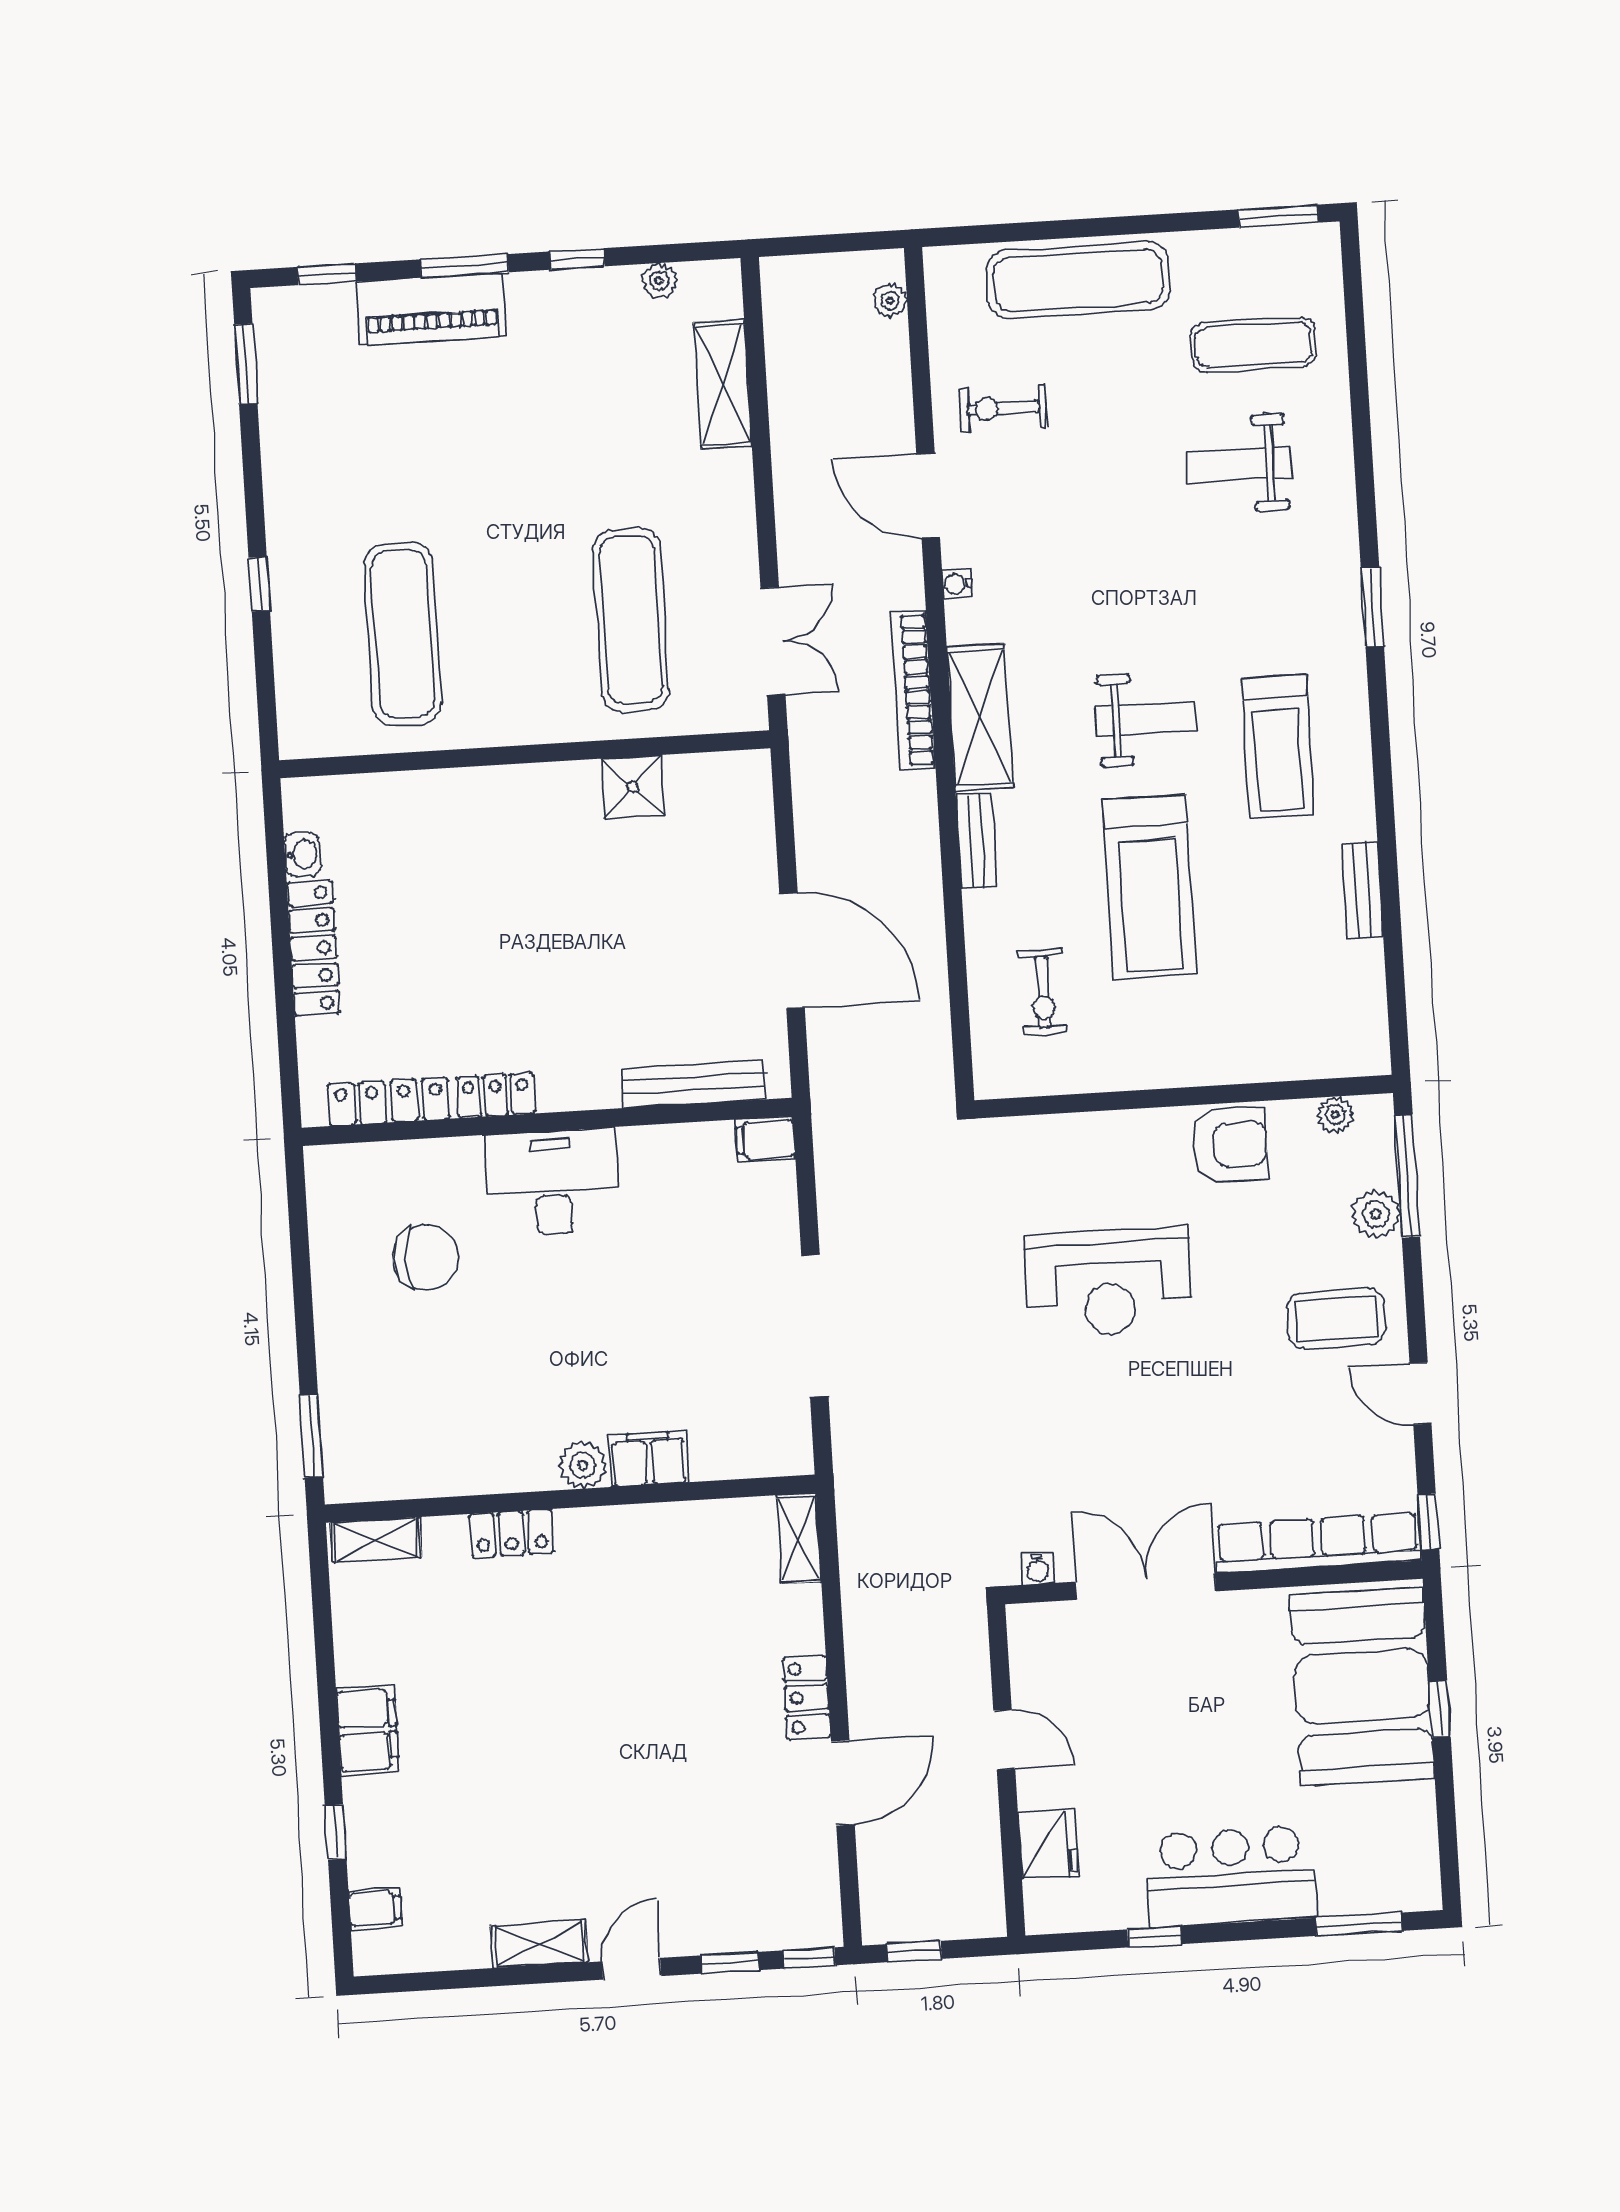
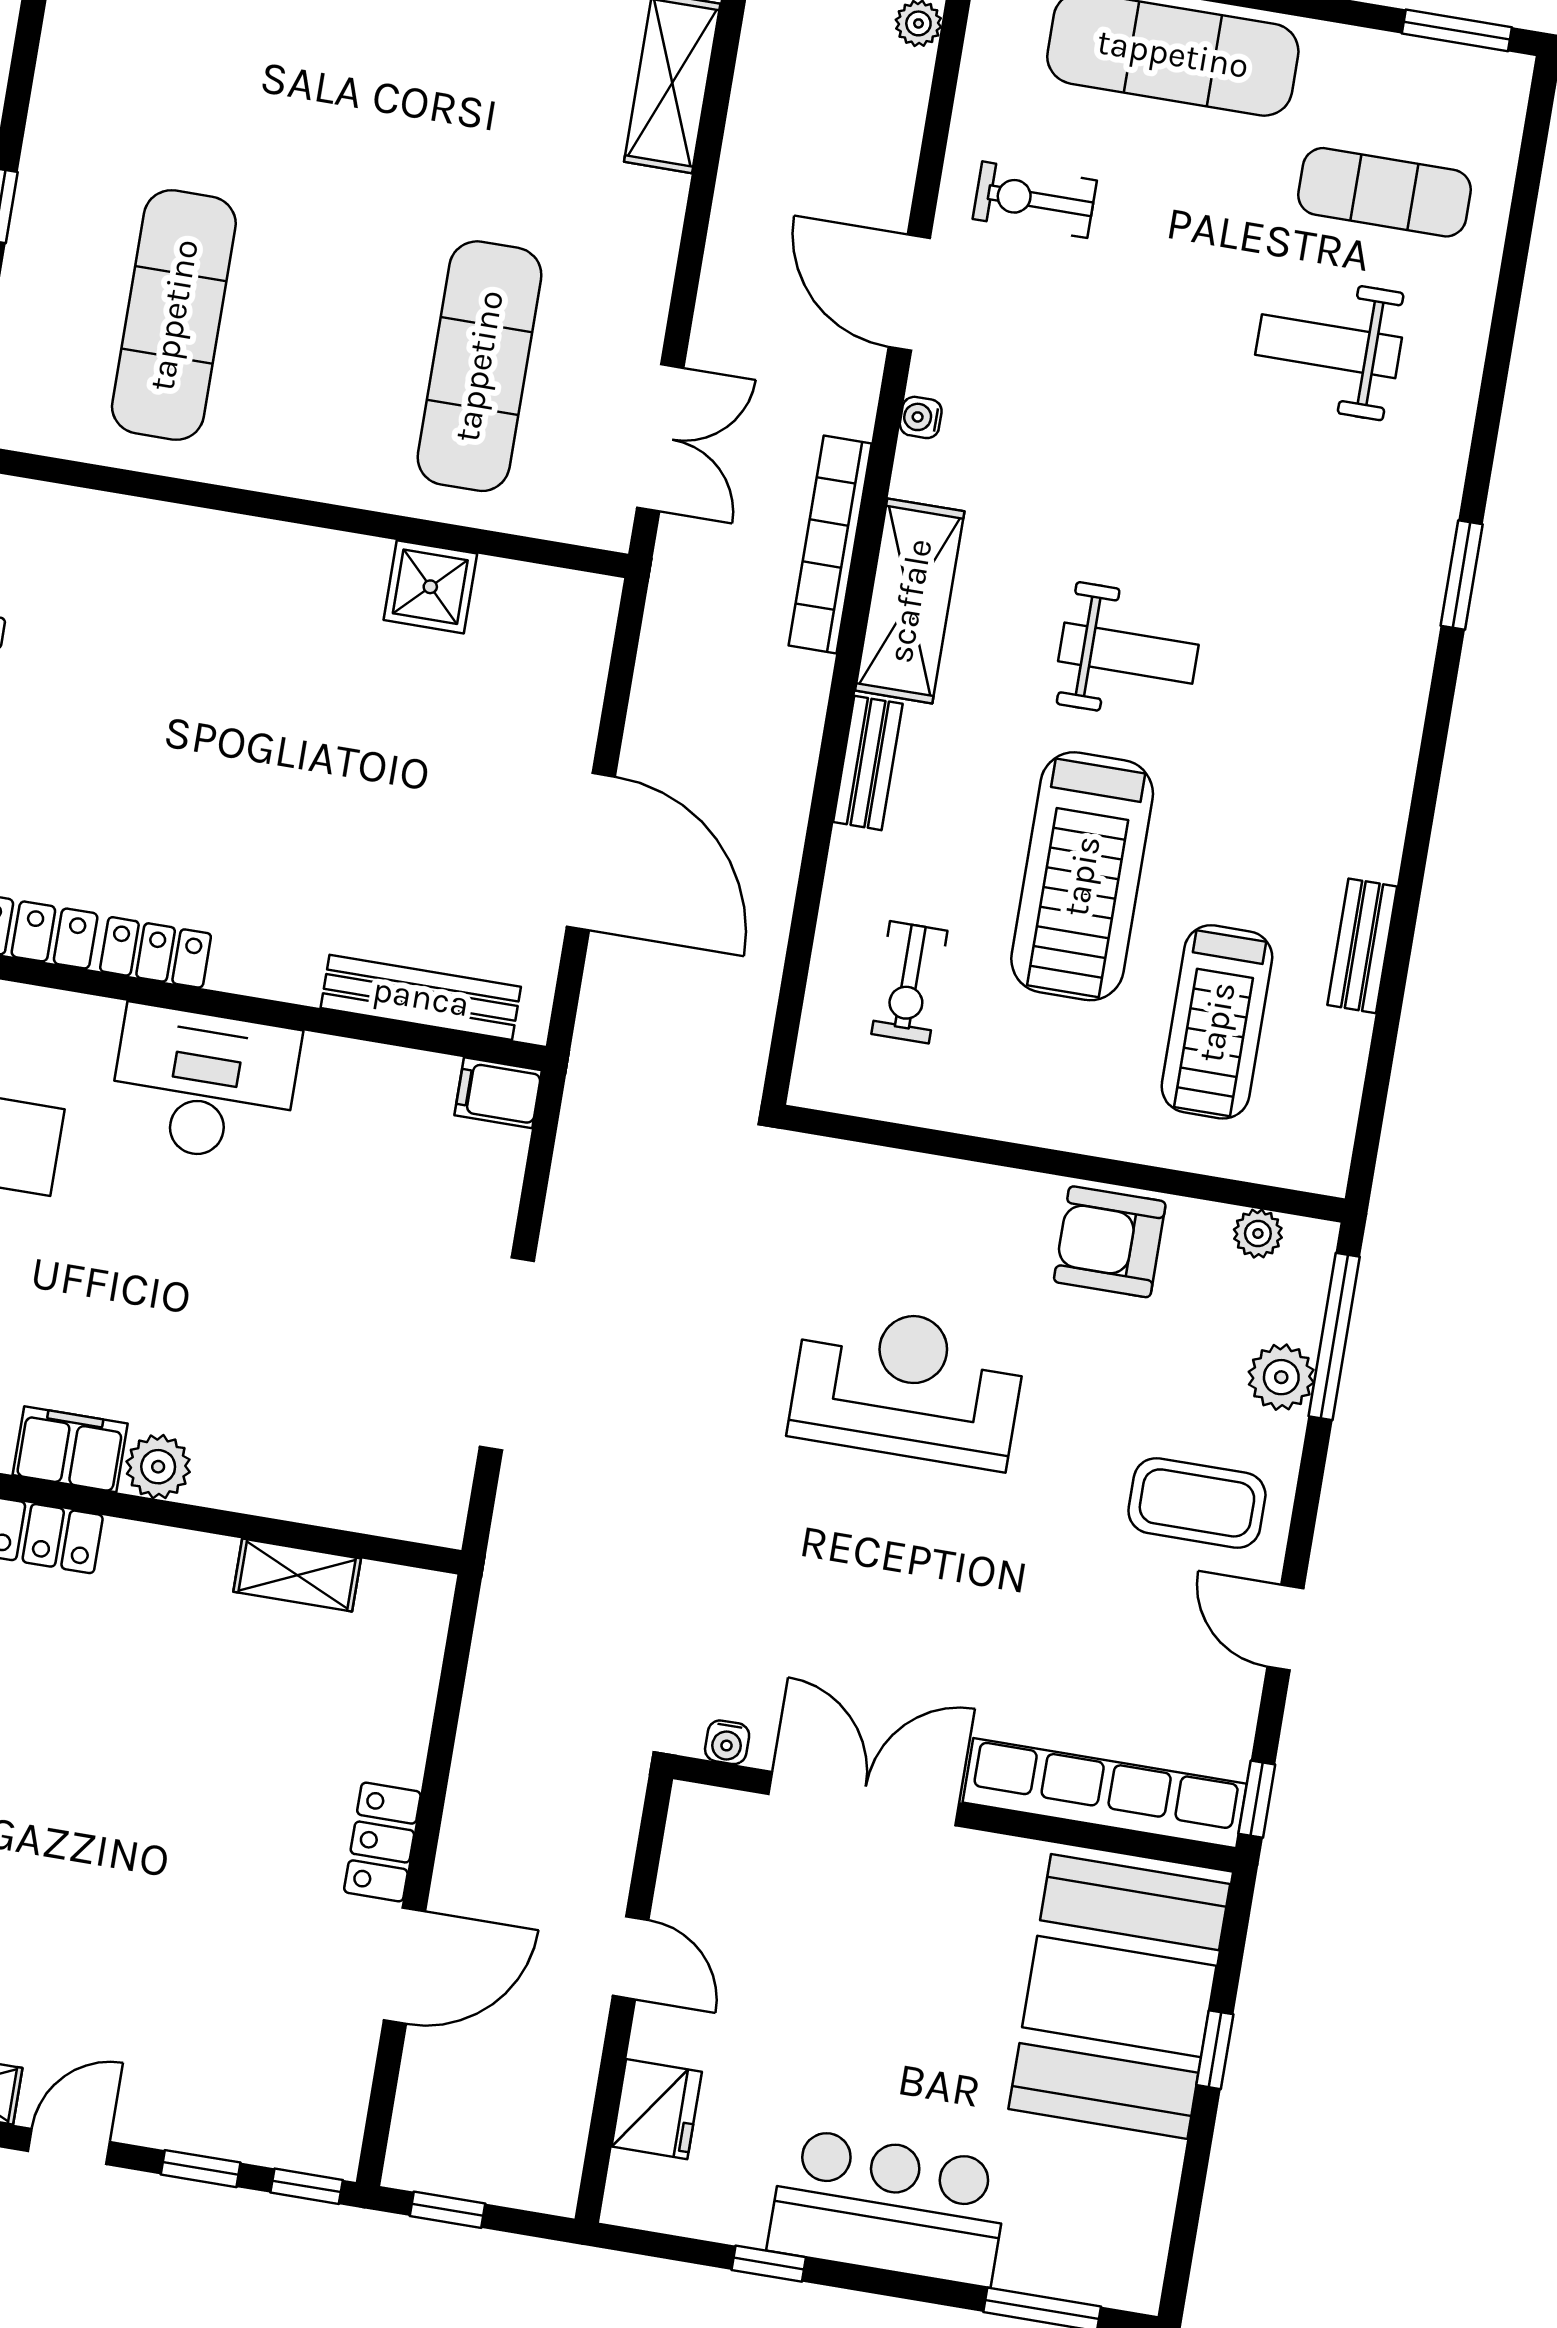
treadmill: (1277, 746) -> (1217, 1022), moved
armchair: (1230, 1145) -> (1110, 1242), turned 180
reception desk: (1108, 1282) -> (907, 1385), turned 180
filing cabinet: (649, 1459) -> (70, 1449), moved
shelving: (799, 1538) -> (297, 1575), moved, turned 90

